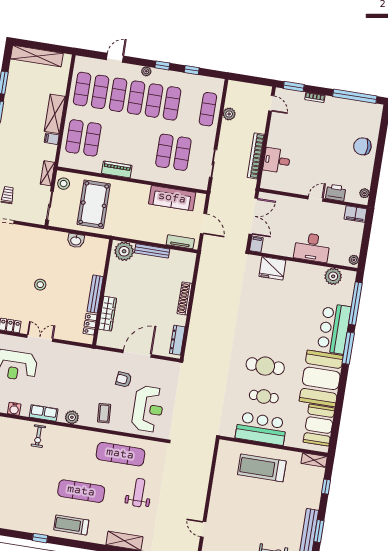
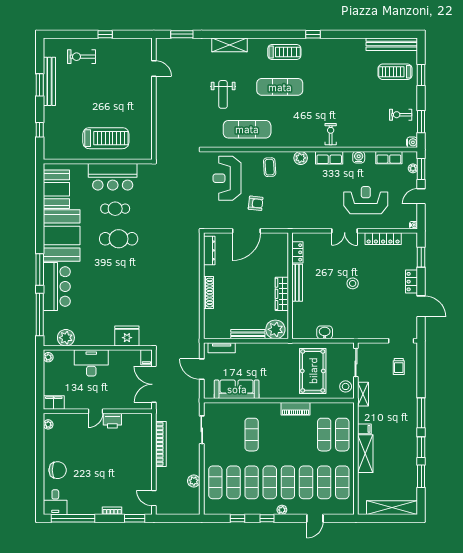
exercise mat: (182, 154) -> (233, 482), moved
desk: (277, 160) -> (55, 502), moved, turned 90
printer: (336, 193) -> (112, 421), moved
wardrobe: (107, 314) -> (282, 294), moved
shelving: (314, 460) -> (56, 154), removed

